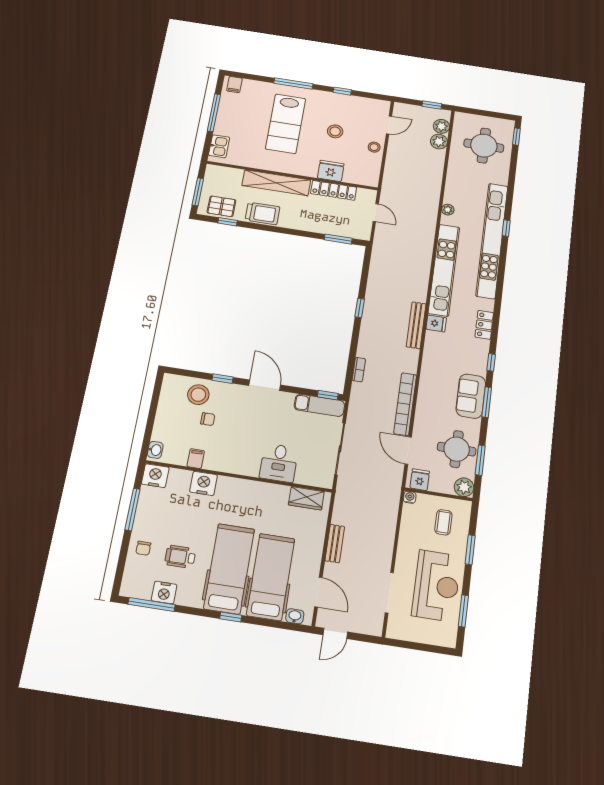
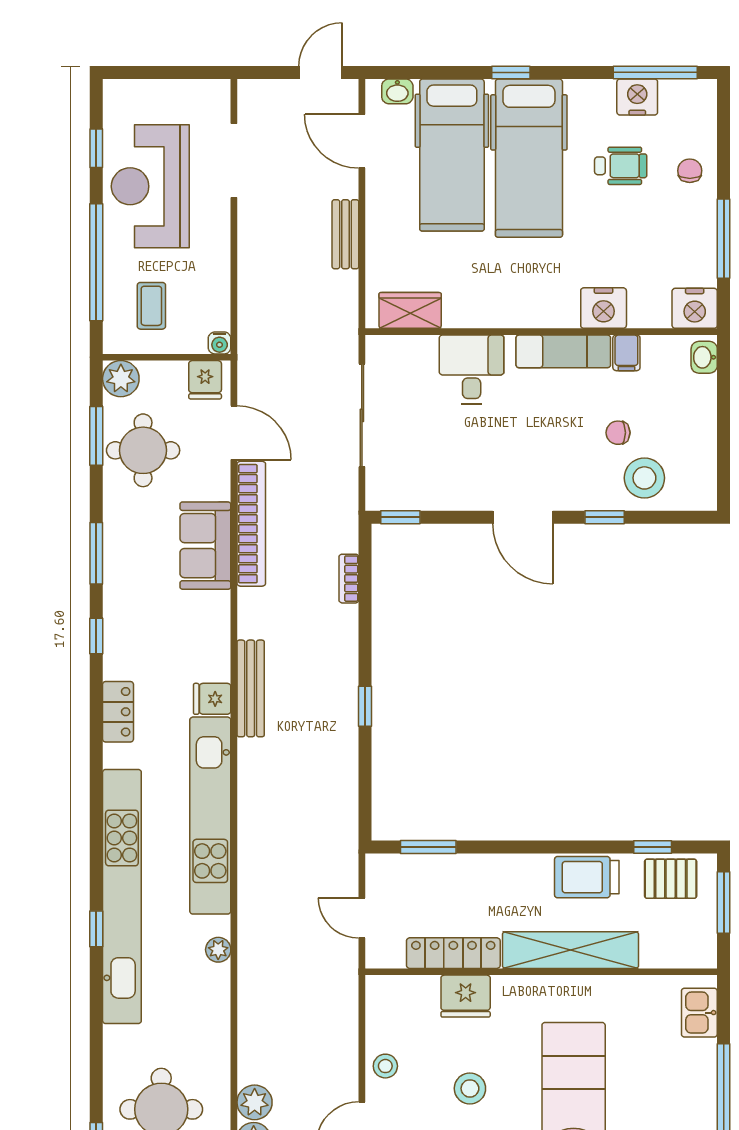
sofa: (471, 396) -> (205, 546), moved, turned 180
exam couch: (319, 405) -> (563, 351), moved, turned 180
window: (470, 550) -> (96, 262), width x2.11
window: (463, 611) -> (96, 148), width x0.67

